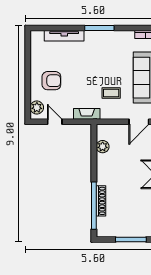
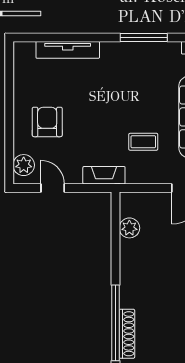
window: (99, 28) -> (144, 37), moved
armchair: (51, 81) -> (47, 122), turned -90
shoe rack: (101, 201) -> (127, 334), moved

